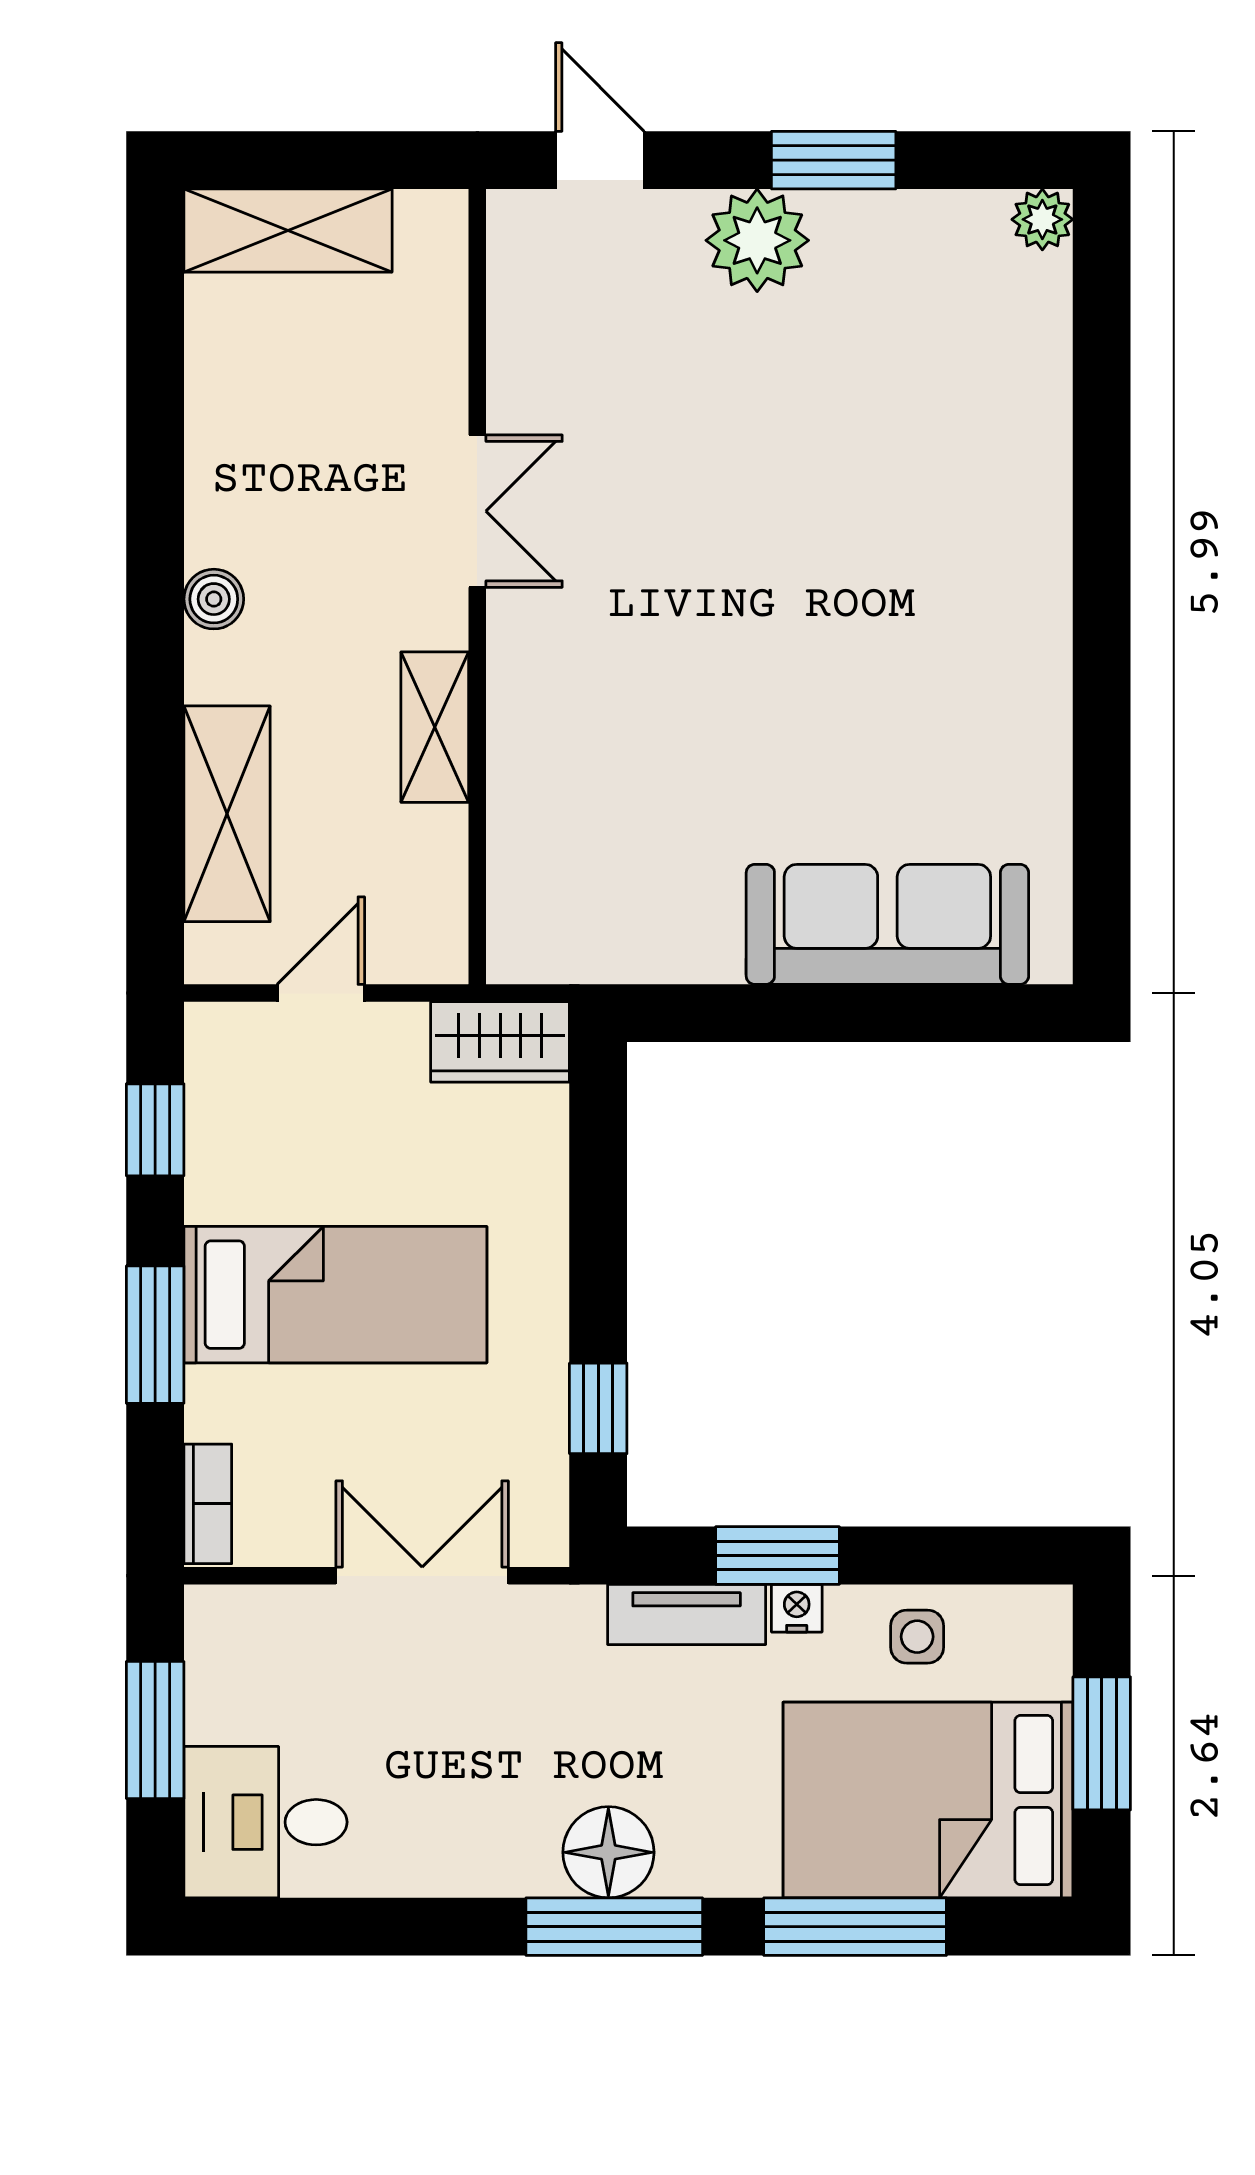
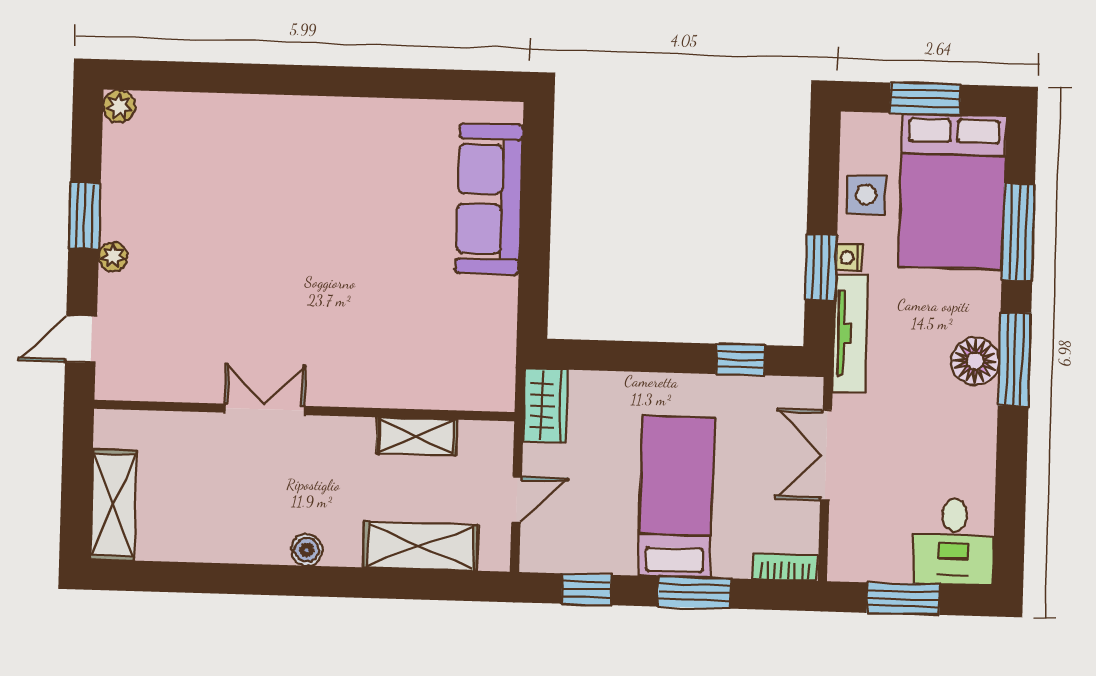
plant: (757, 240) -> (113, 257), width x0.53, depth x0.53
shelving: (435, 727) -> (417, 436), moved
door: (321, 993) -> (517, 500), swing flipped
tv unit: (687, 1614) -> (850, 333), width x1.41
side table: (917, 1637) -> (866, 195), width x1.37, depth x1.37

